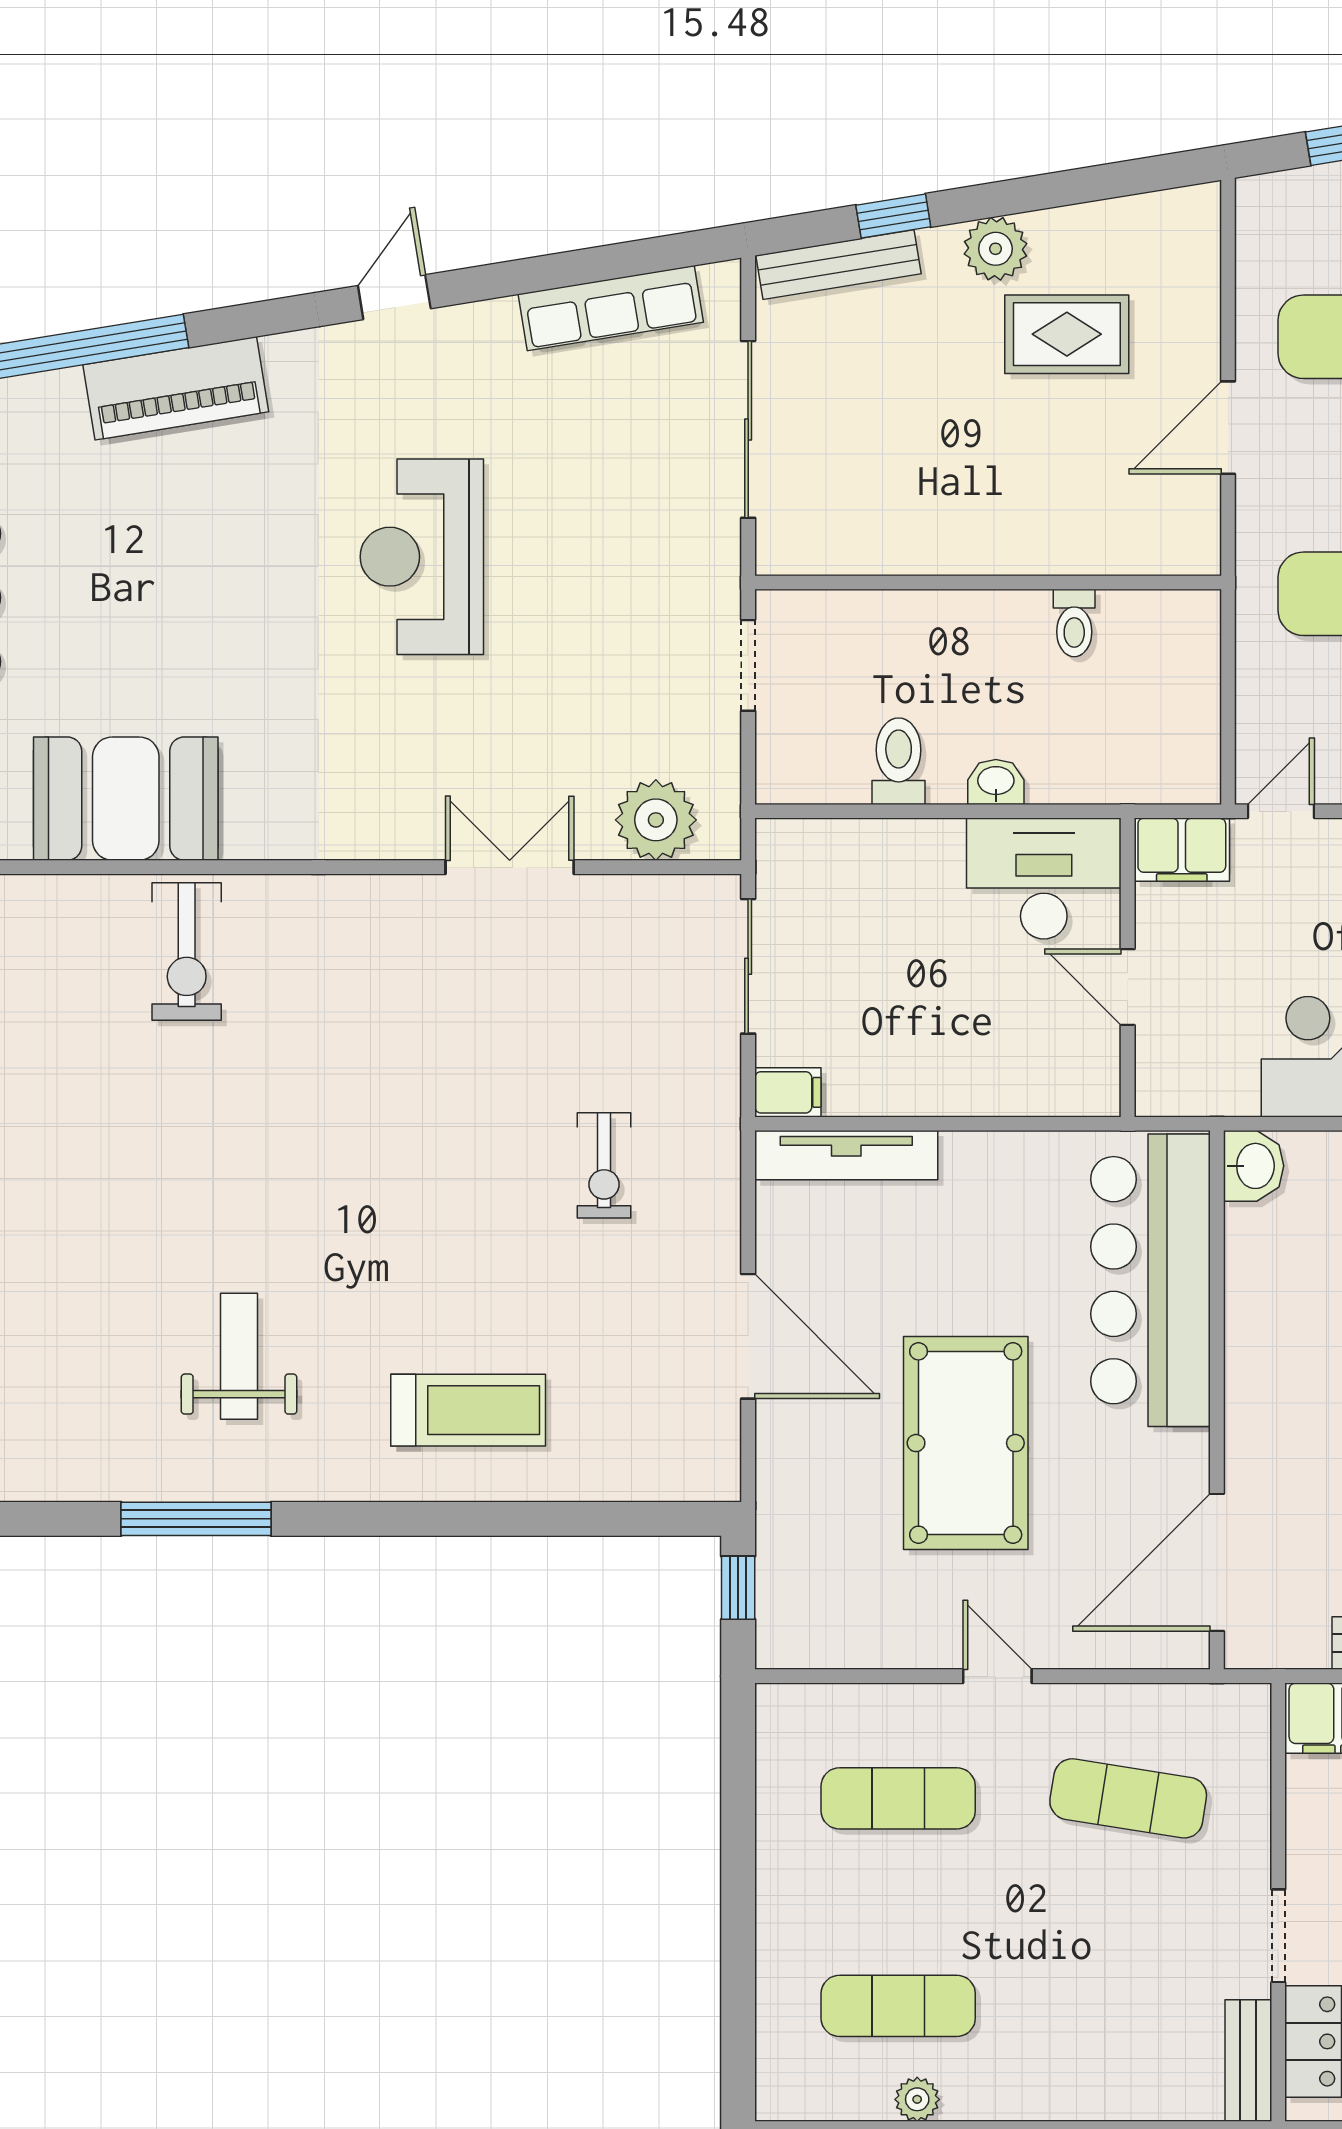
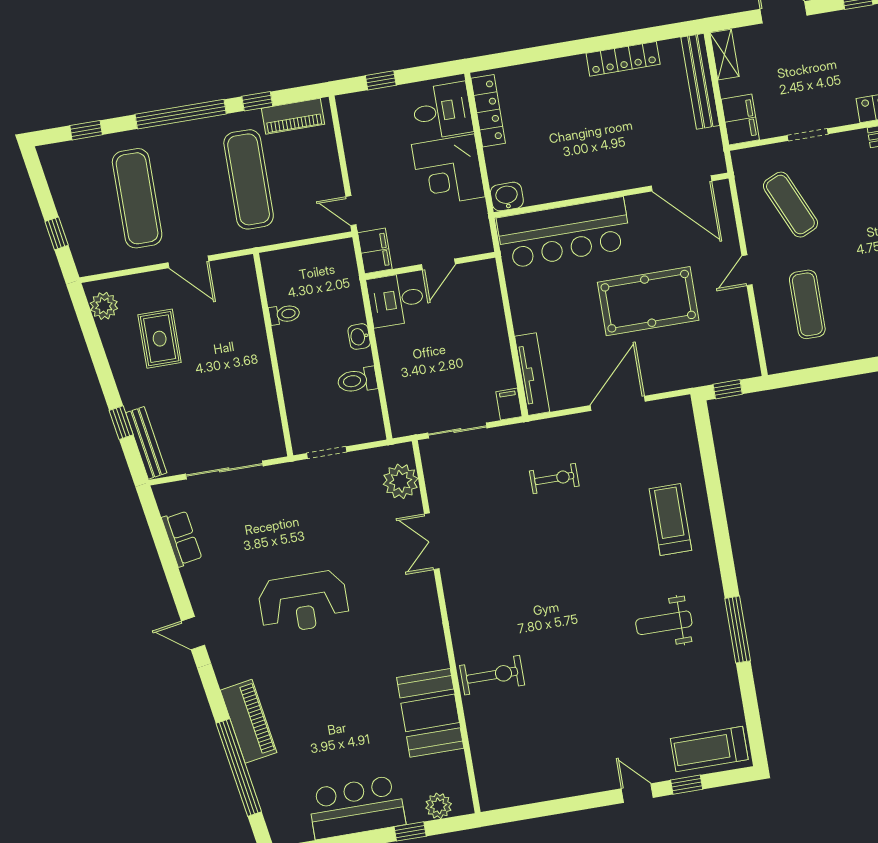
plant: (995, 249) -> (104, 306), moved
row of seats: (611, 308) -> (182, 538), width x0.68
desk: (1044, 879) -> (396, 300), width x0.73
exercise mat: (1128, 1798) -> (790, 205), turned -33
doorway: (1278, 1936) -> (808, 135), moved

